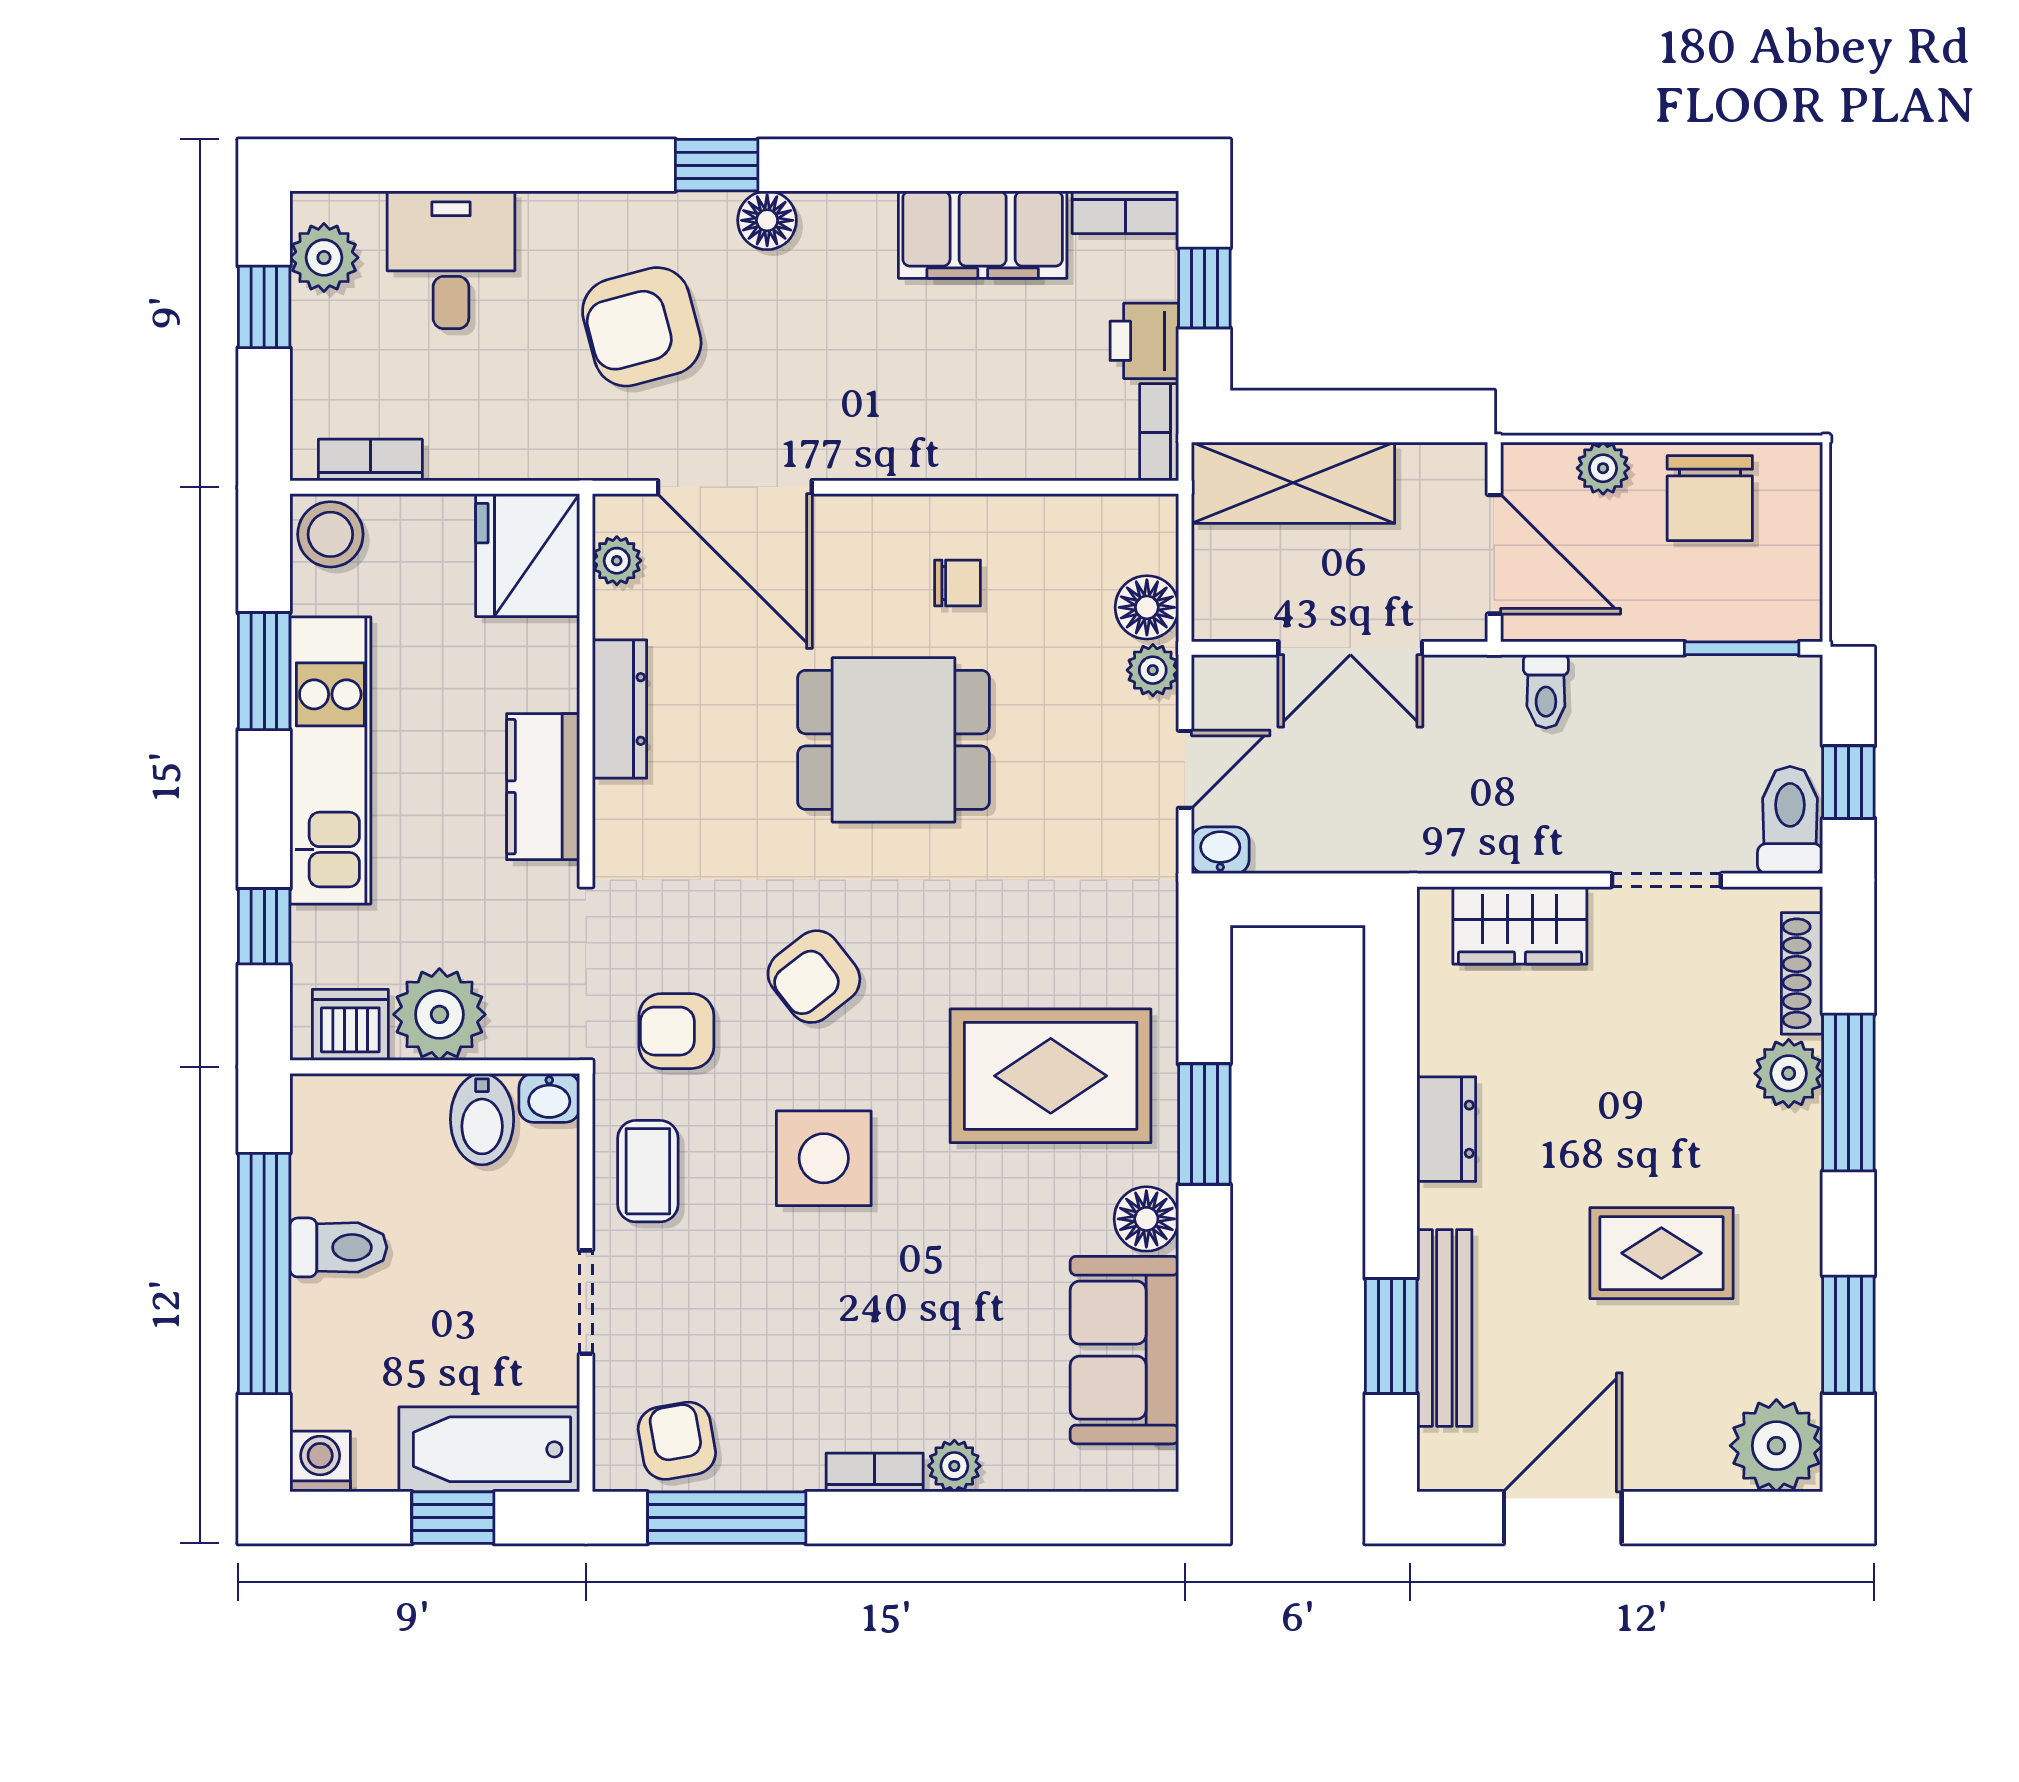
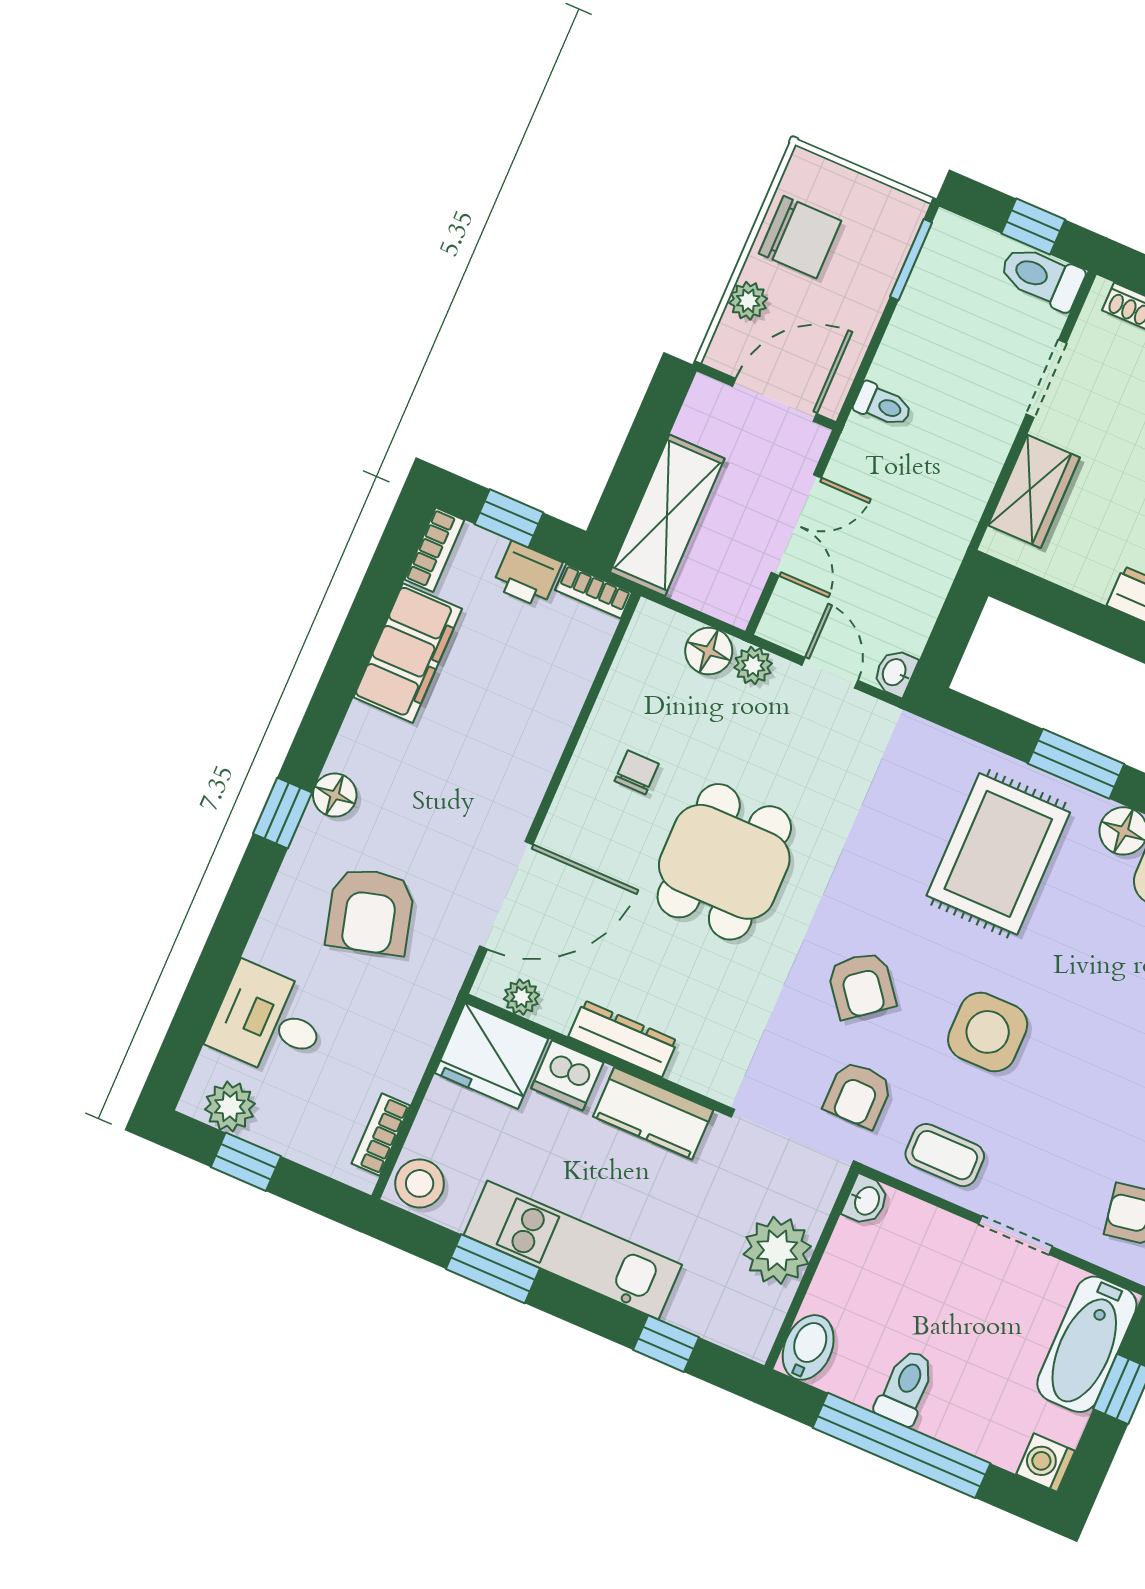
dishwasher: (350, 1025) -> (567, 1075), moved, turned -90
bidet: (482, 1119) -> (808, 1347), moved, turned -90

